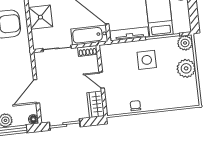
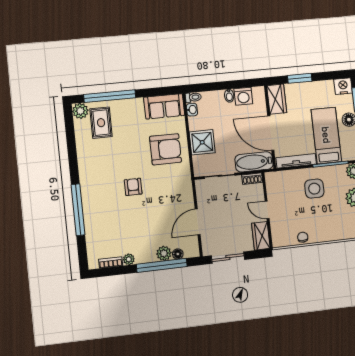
floor lamp: (33, 119) -> (178, 254), moved

